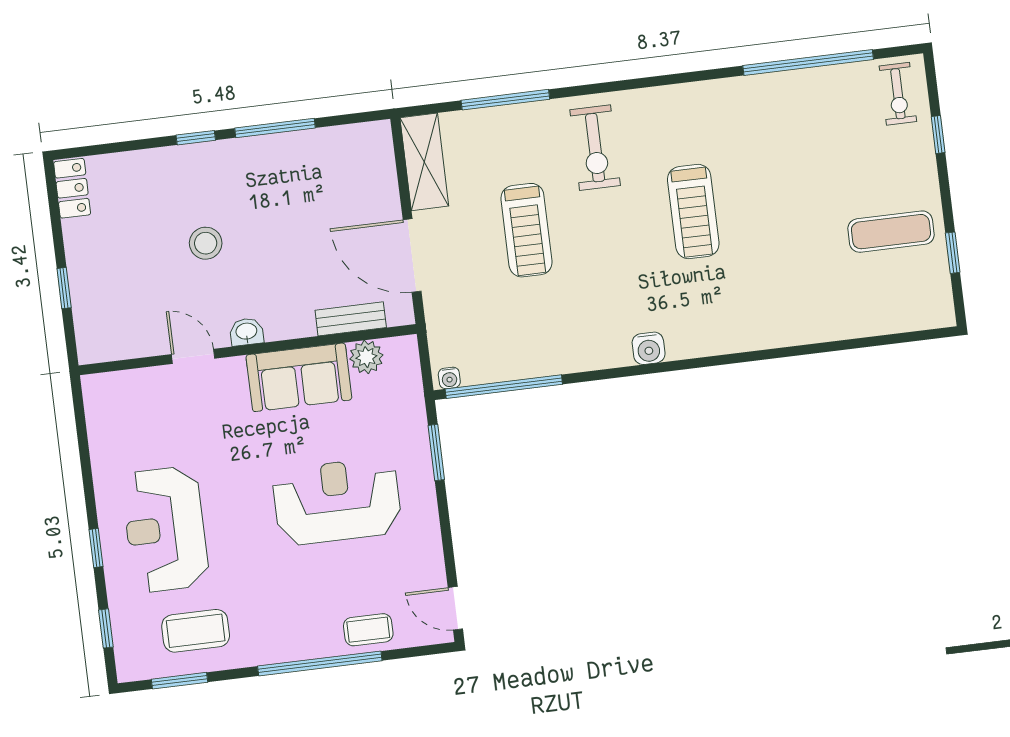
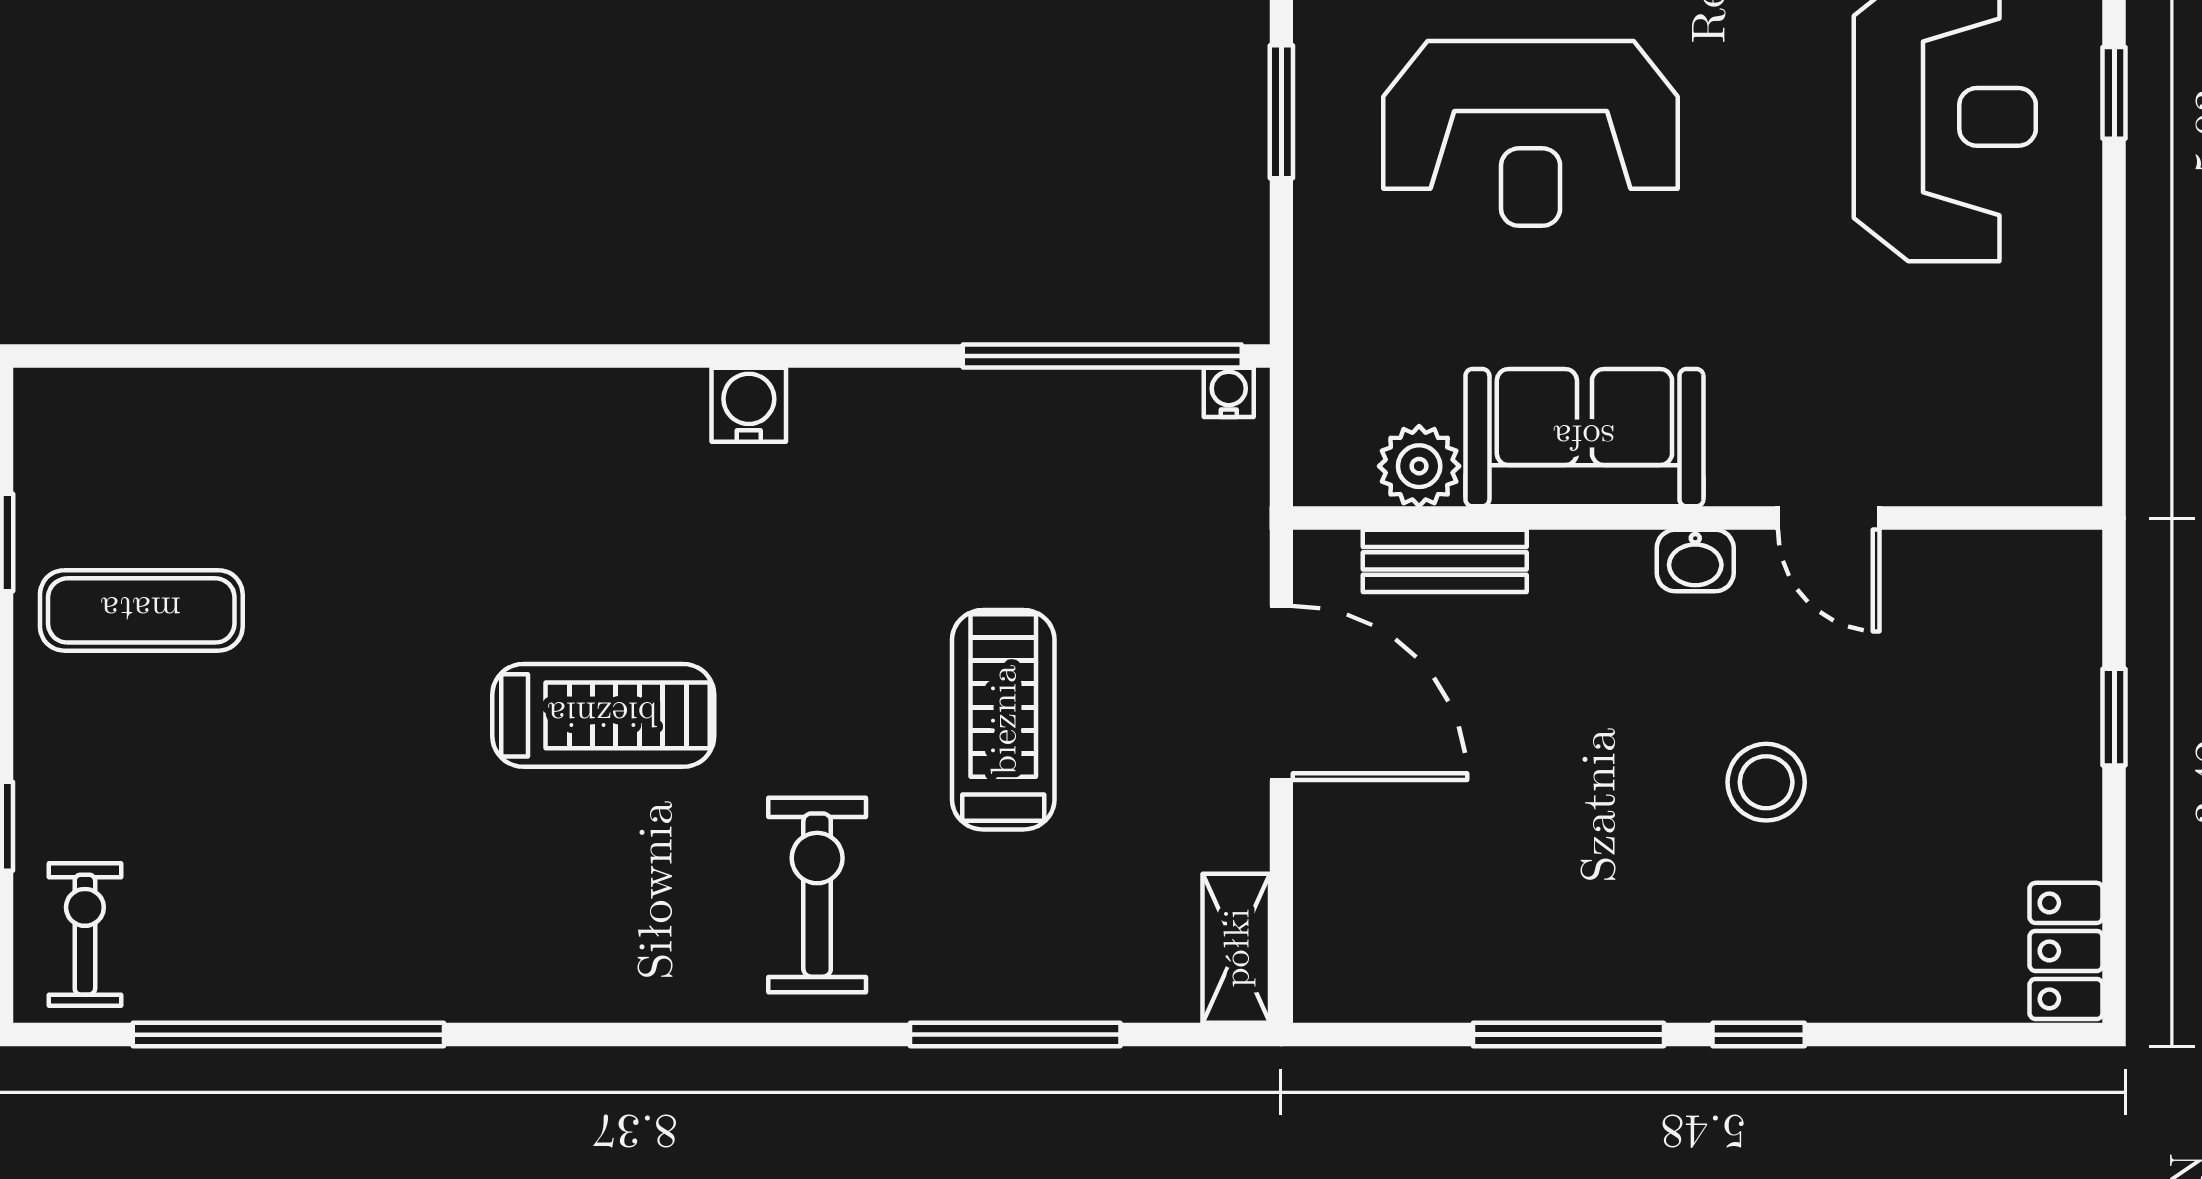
shelving: (424, 162) -> (1236, 948), width x0.67, depth x0.75
treadmill: (693, 212) -> (603, 715), turned 90
window: (436, 453) -> (1281, 112), moved

